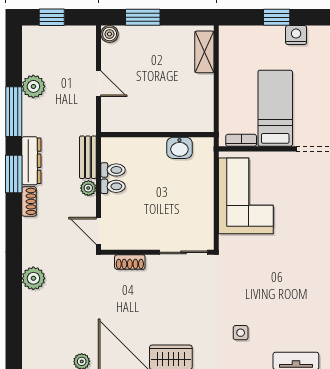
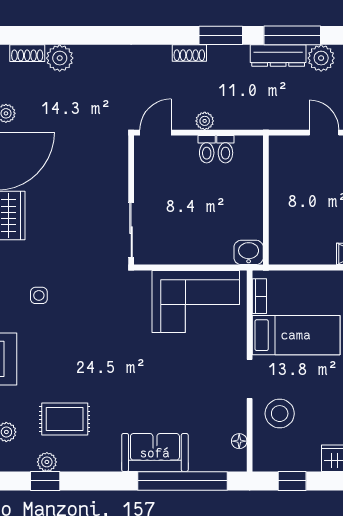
door: (99, 84) -> (324, 133), swing flipped
washbasin: (179, 148) -> (249, 252), moved, turned 90
bench: (88, 157) -> (240, 120), removed
dresser: (31, 161) -> (278, 56), moved
shoe rack: (130, 262) -> (27, 53), moved, turned -90
plant: (33, 278) -> (60, 58), moved

